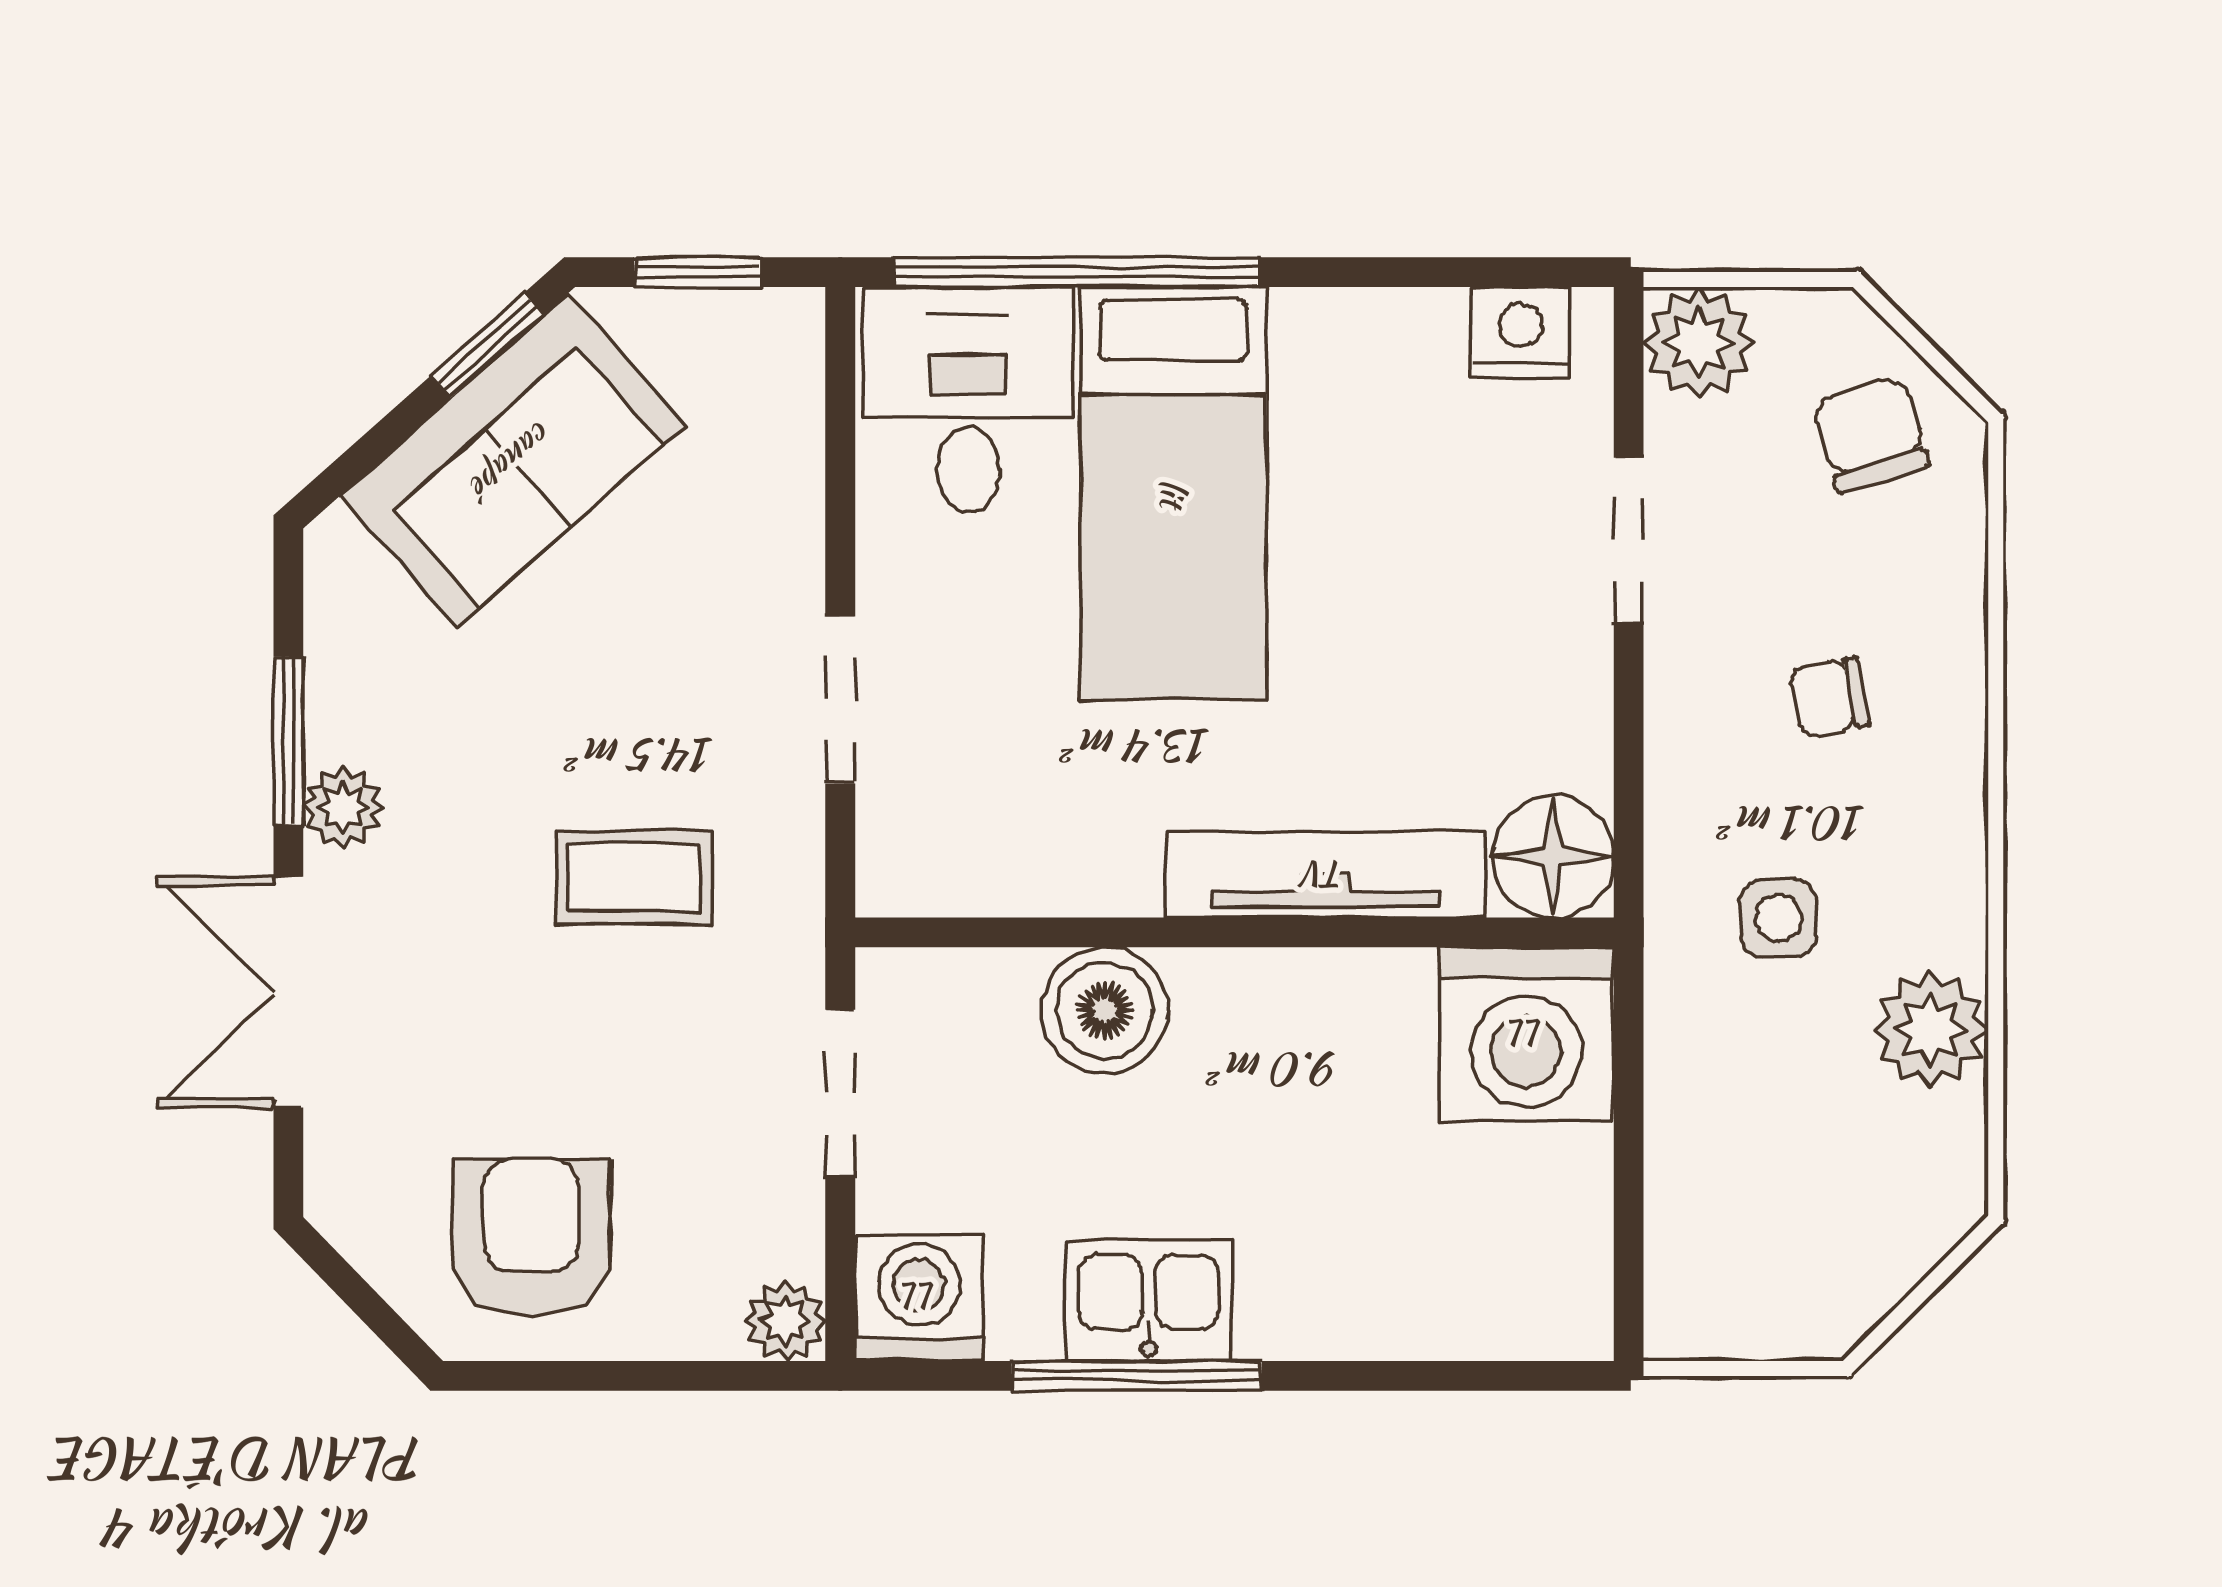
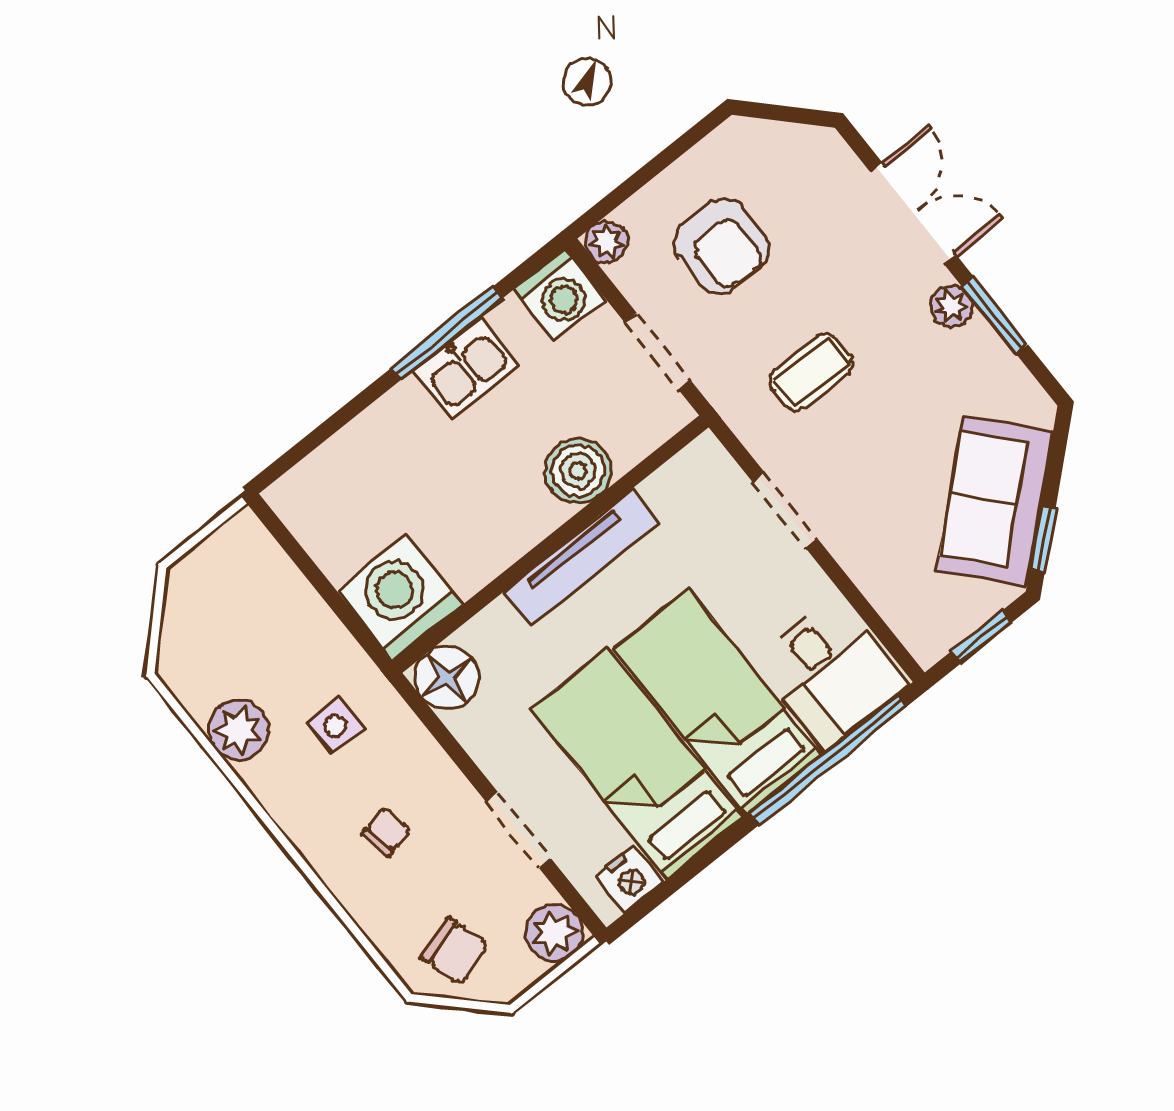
bed: (1369, 497) -> (637, 763), added
tv unit: (1325, 875) -> (581, 558), moved
armchair: (531, 1237) -> (722, 246), moved

